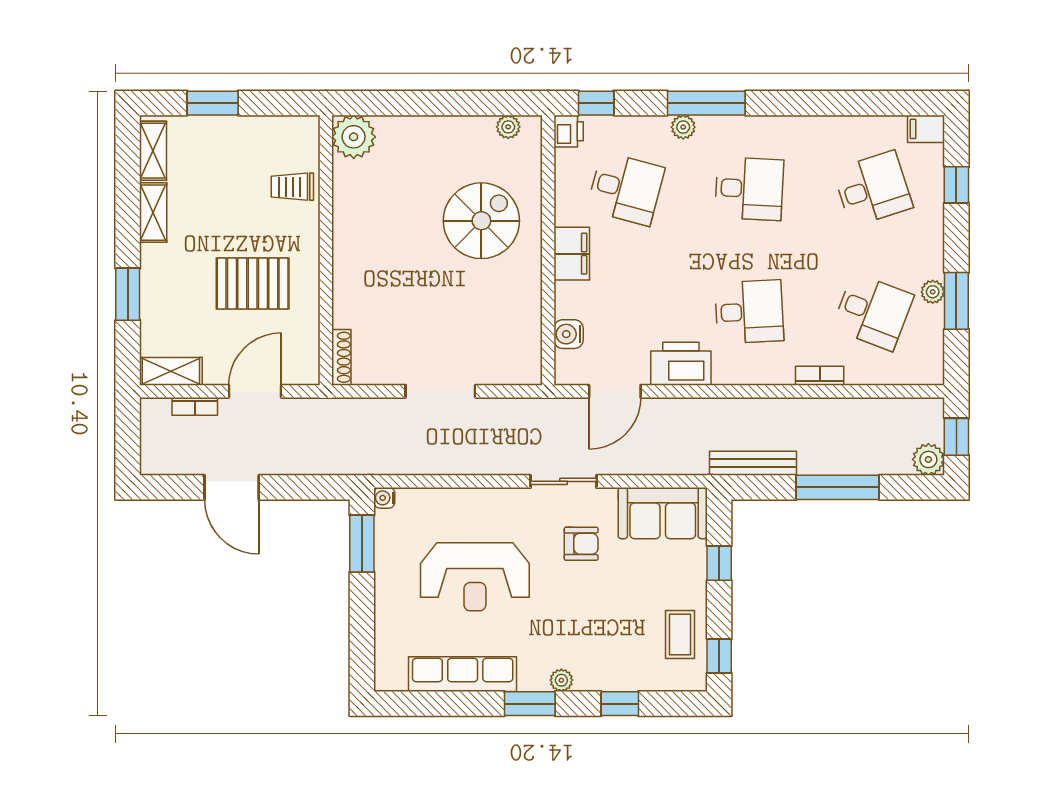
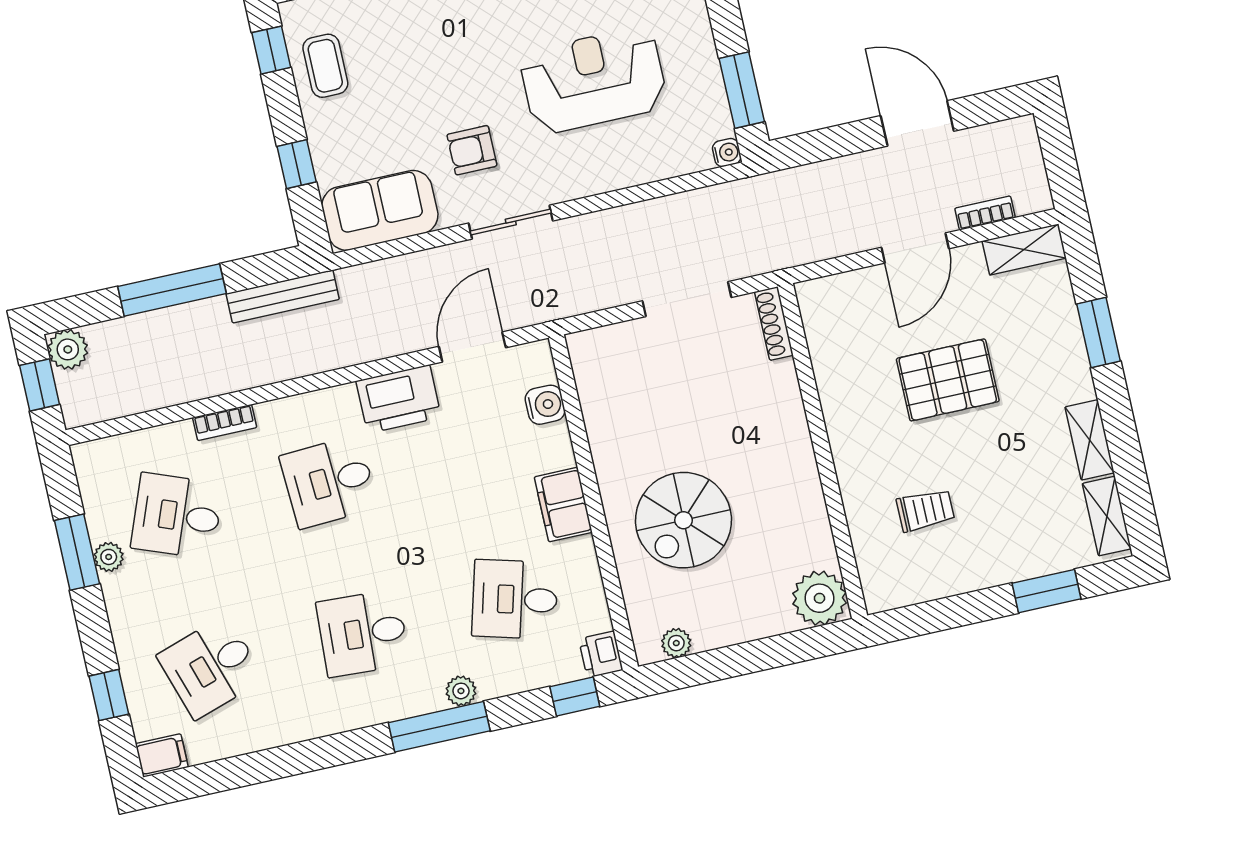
plant: (354, 137) -> (819, 598), moved
wall: (326, 250) -> (822, 451), moved
shoe rack: (341, 357) -> (774, 324), moved

